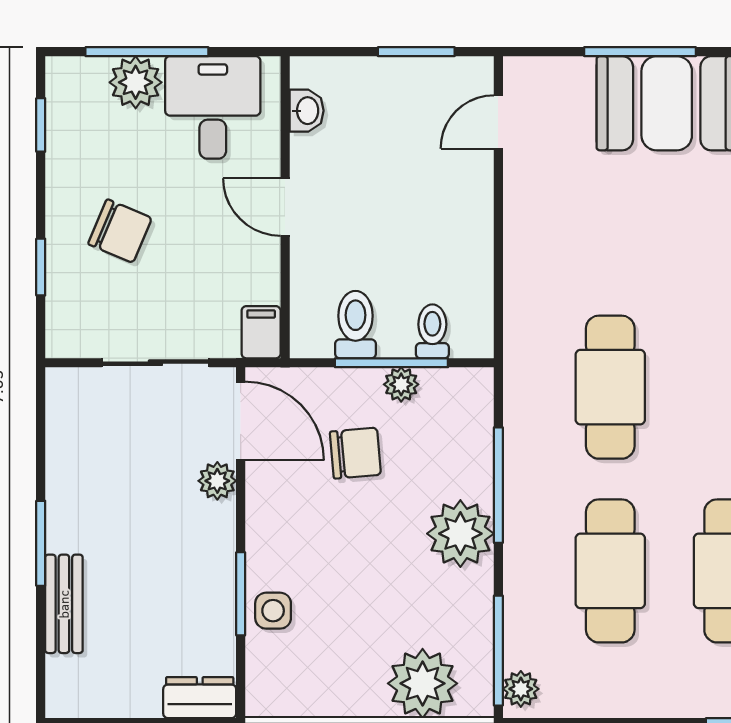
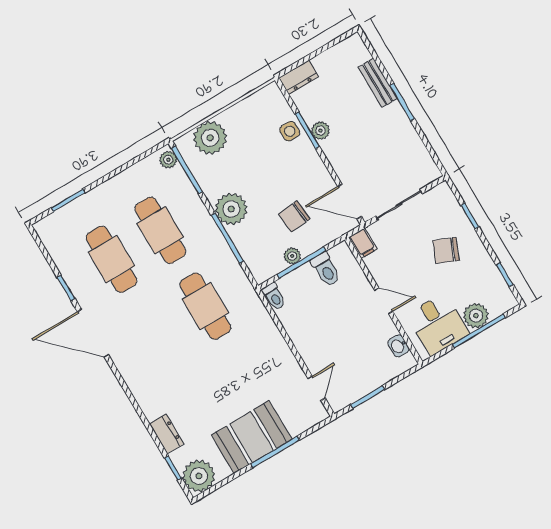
toilet: (432, 331) -> (274, 296), moved
plant: (217, 481) -> (320, 131), moved

